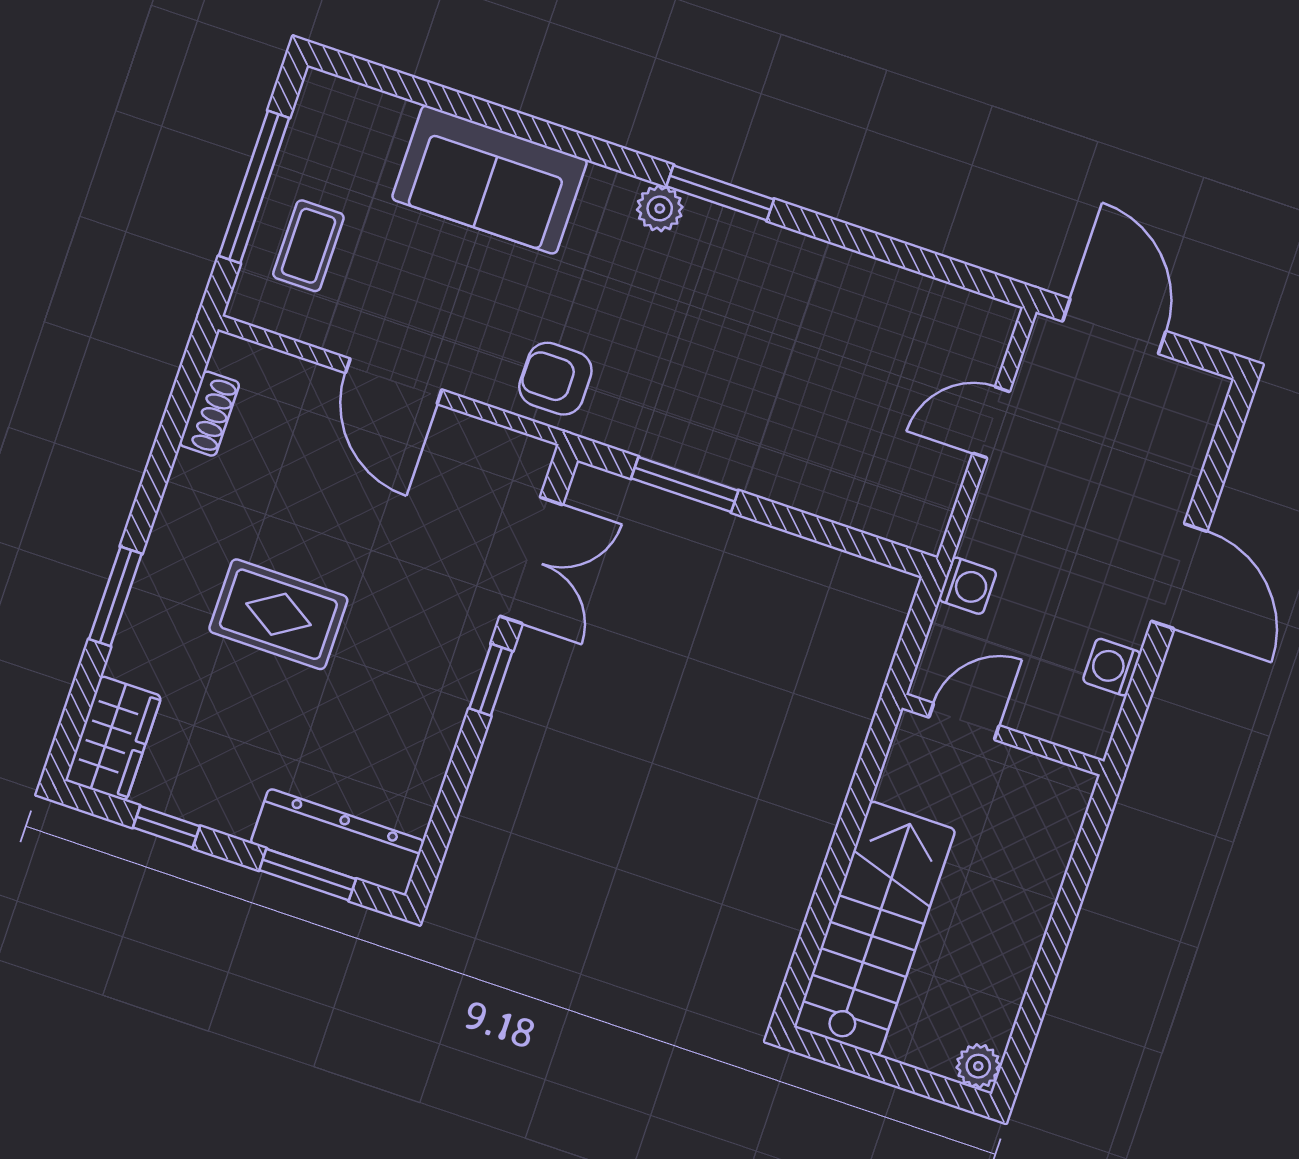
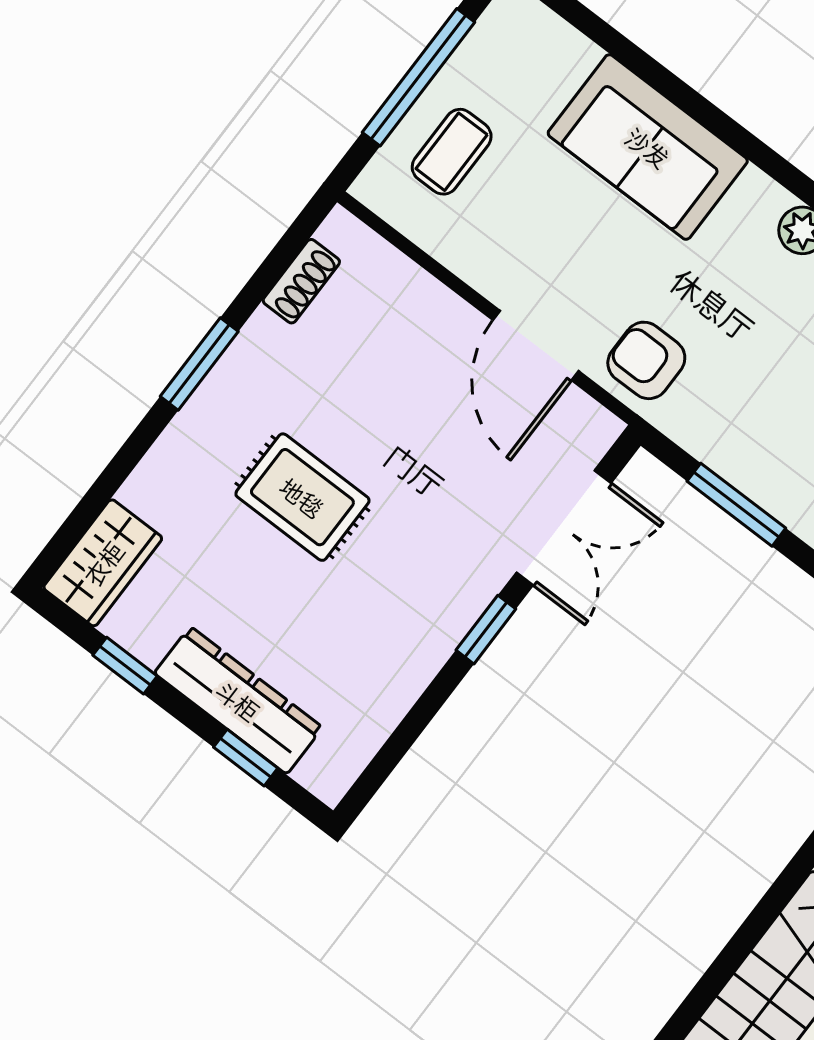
door: (394, 381) -> (536, 345), moved
window: (115, 596) -> (199, 364), moved
dresser: (337, 842) -> (238, 700), moved
window: (308, 875) -> (246, 758), width x0.67

